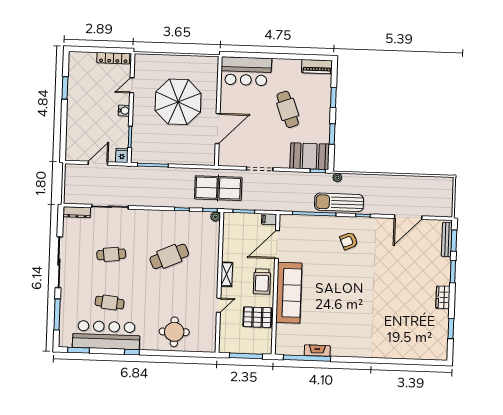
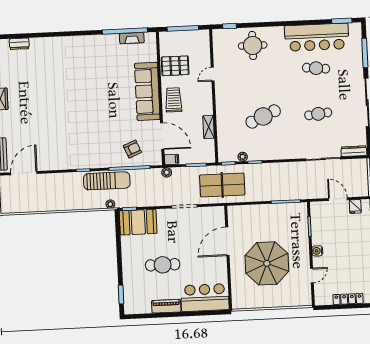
locker: (113, 58) -> (348, 299), moved
piano: (317, 67) -> (166, 306), moved
window: (333, 97) -> (121, 295), moved
cafe table: (288, 109) -> (163, 265), turned -70
window: (332, 134) -> (119, 245), removed
fridge: (122, 155) -> (355, 206), moved
door: (98, 163) -> (338, 199), swing flipped
plant: (275, 206) -> (167, 172), added
plant: (215, 217) -> (243, 157), moved
door: (408, 217) -> (24, 173), moved
armchair: (349, 241) -> (132, 149), moved
door: (277, 245) -> (162, 136), hinge flipped
shelving: (227, 274) -> (209, 127), moved
fireplace: (317, 351) -> (132, 38), moved
window: (132, 352) -> (230, 26), moved
dresser: (419, 354) -> (19, 44), added

